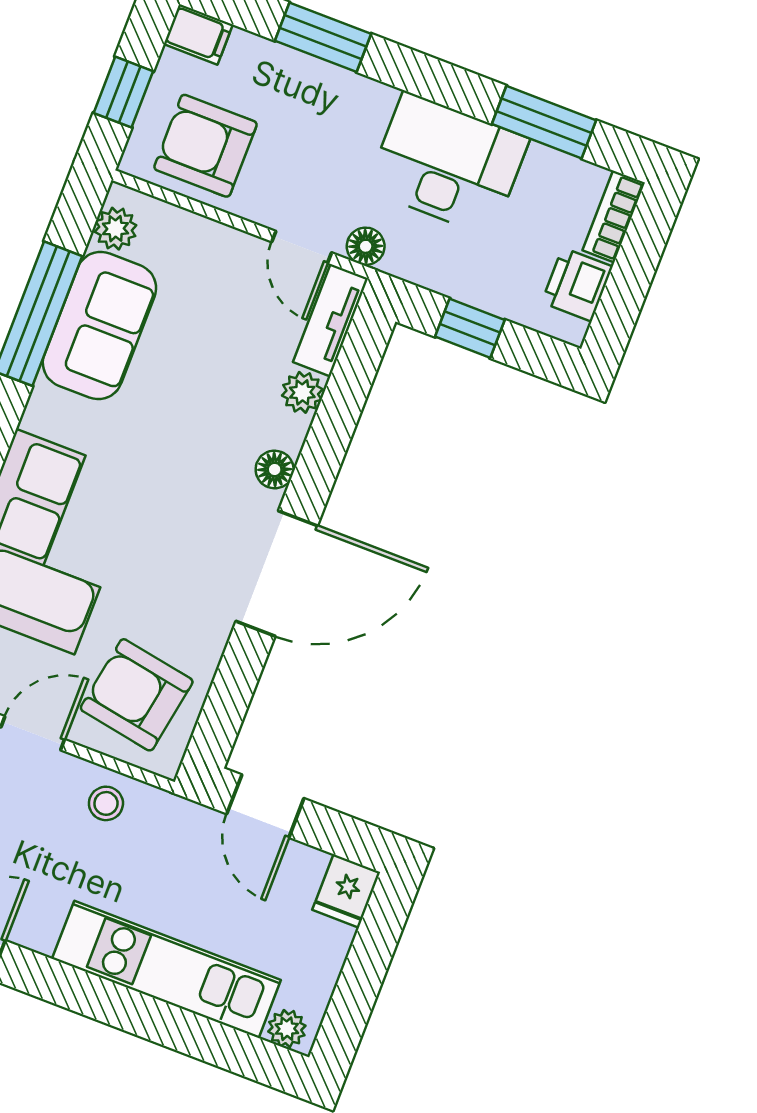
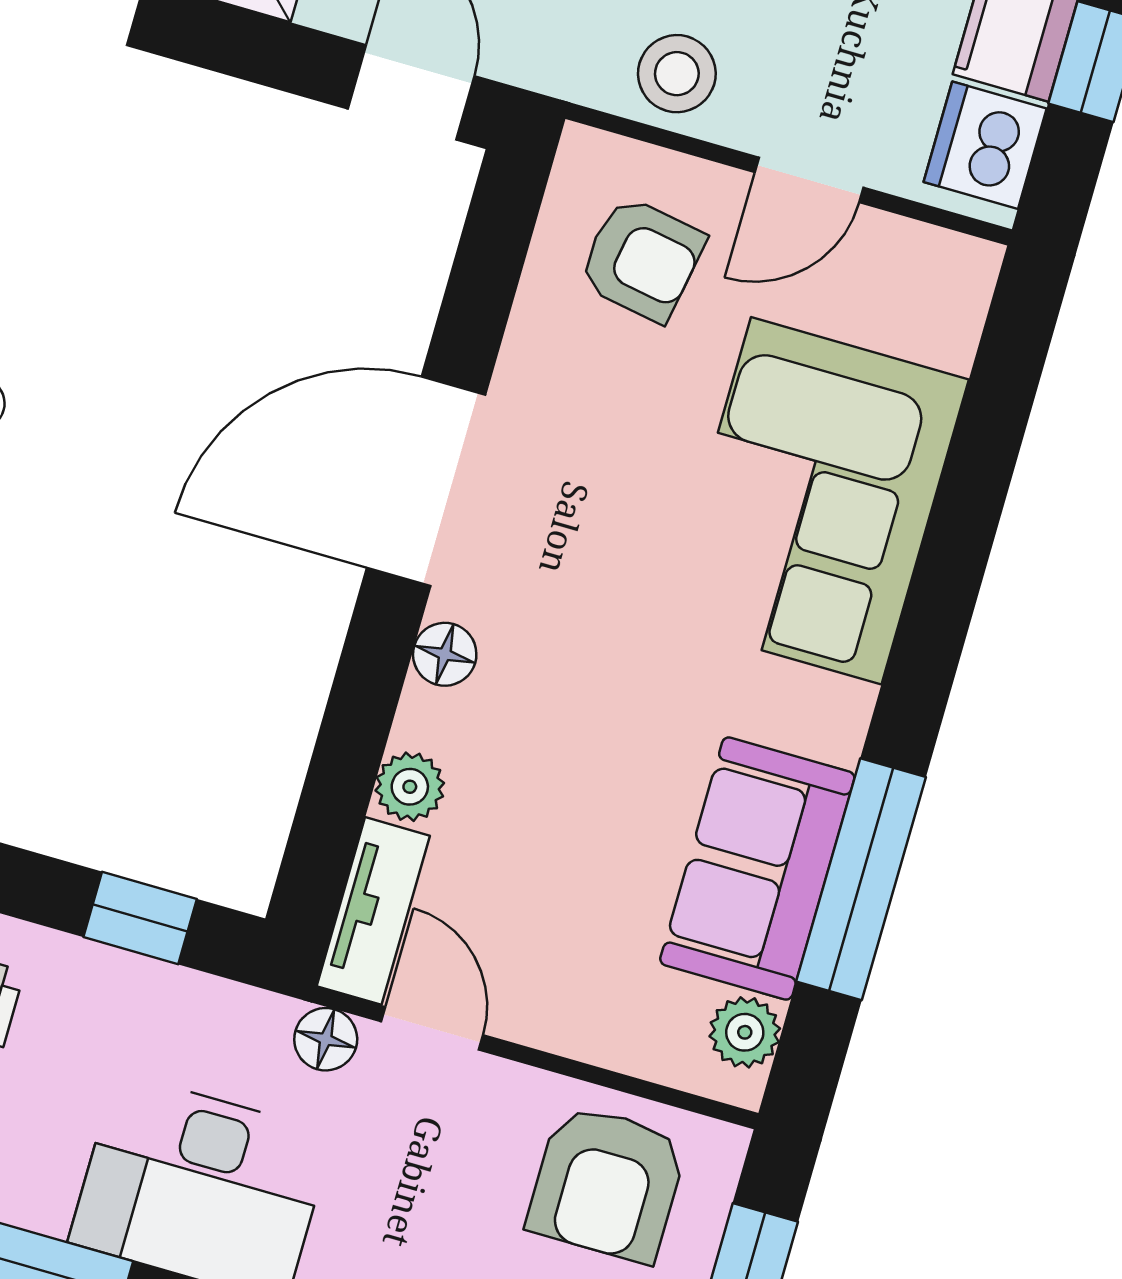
armchair: (206, 146) -> (607, 1183), turned 90
armchair: (137, 695) -> (642, 259), width x0.72, depth x0.72
stool: (106, 803) -> (677, 74), width x1.37, depth x1.37

